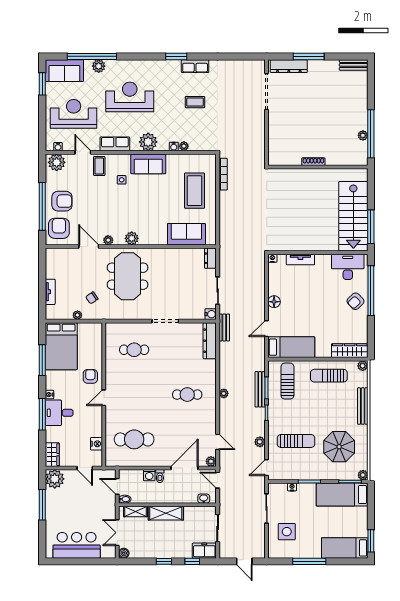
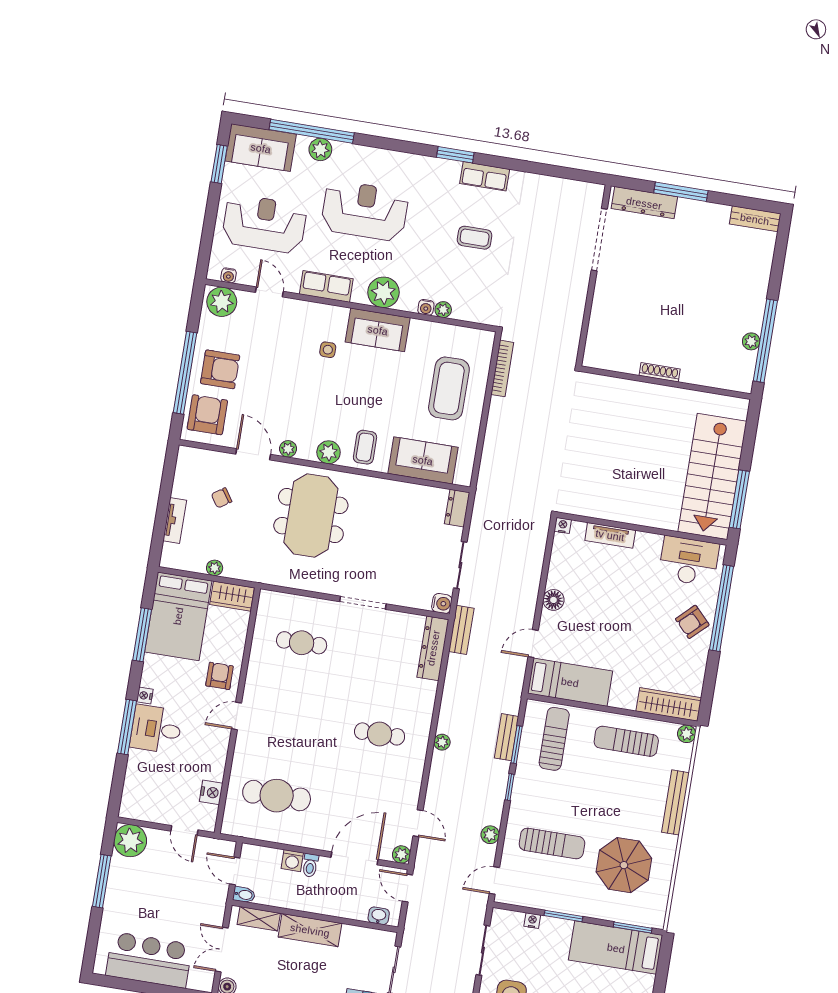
coffee table: (99, 166) -> (365, 447), moved
chair: (92, 298) -> (222, 498), moved
bench: (260, 389) -> (506, 737), width x0.73
wardrobe: (52, 455) -> (232, 596), moved, turned 90
plant: (363, 475) -> (656, 920), removed

